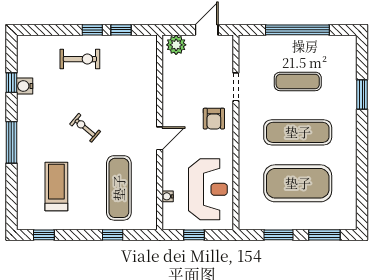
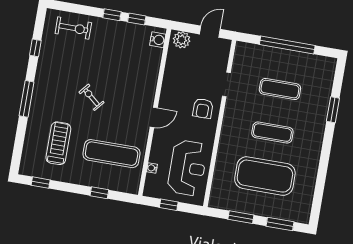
exercise bike: (80, 59) -> (73, 28), moved
water cooler: (25, 86) -> (158, 40), moved, turned 180
exercise mat: (298, 132) -> (272, 133), width x0.73, depth x0.69
exercise mat: (119, 188) -> (112, 154), turned 90

